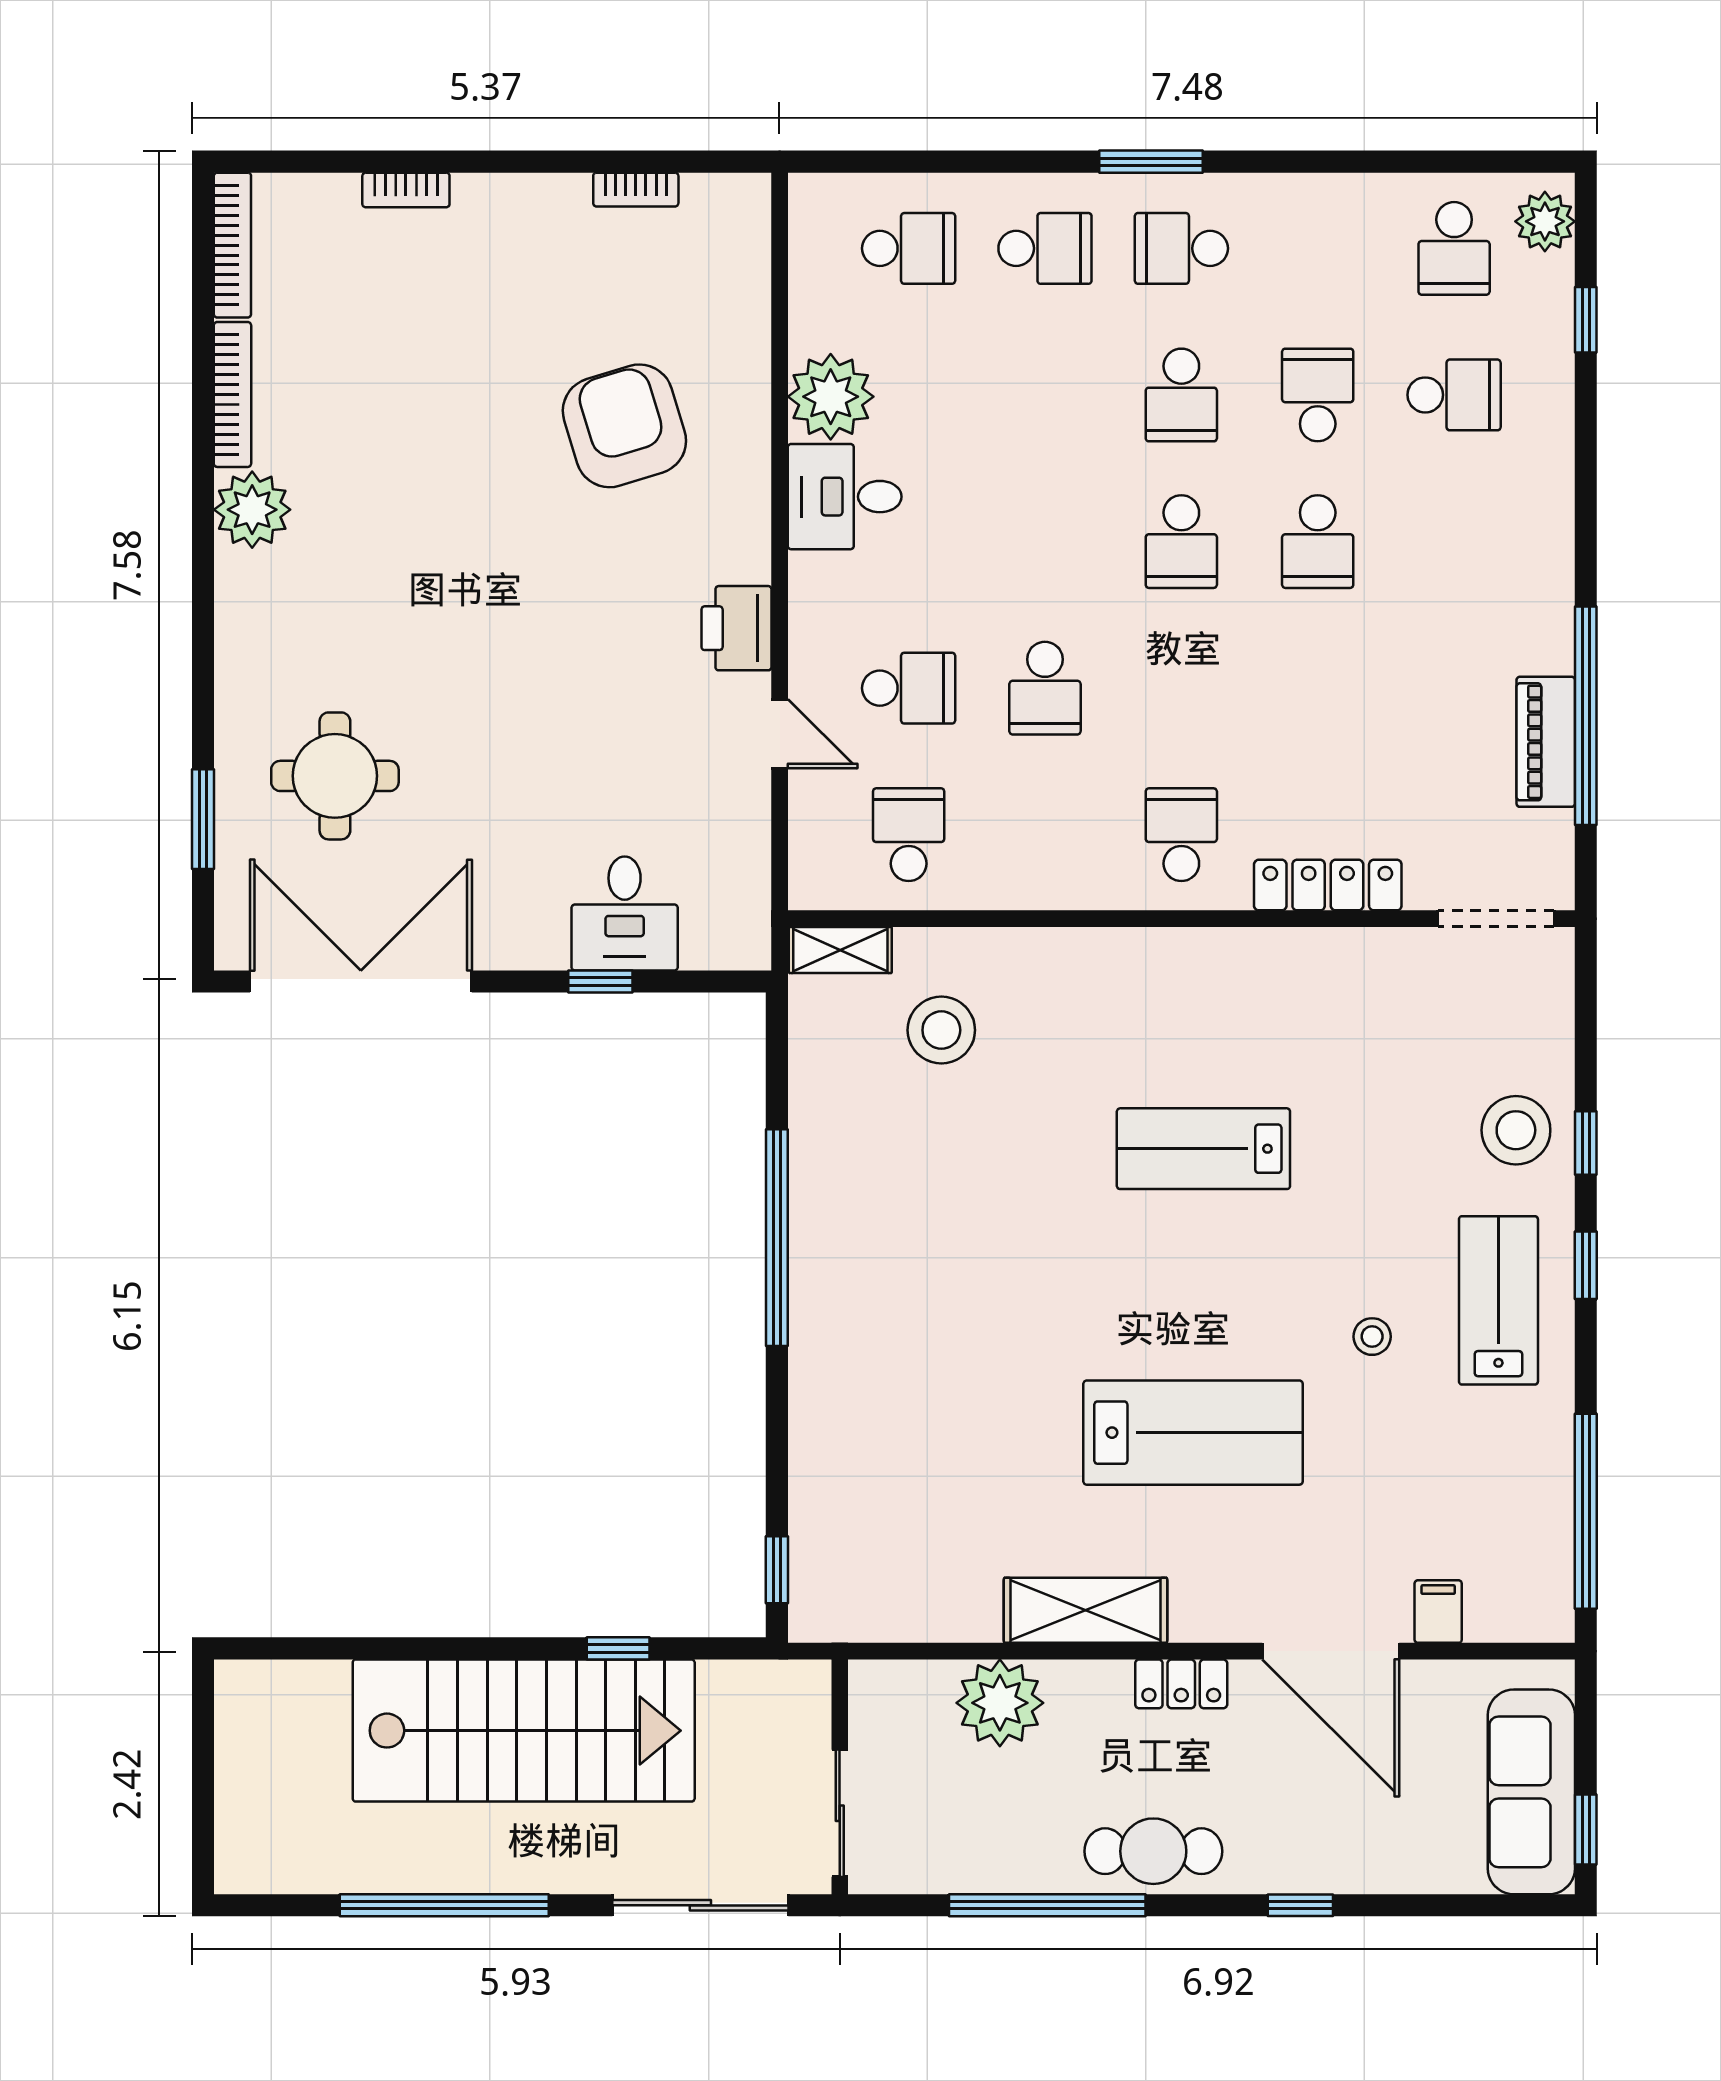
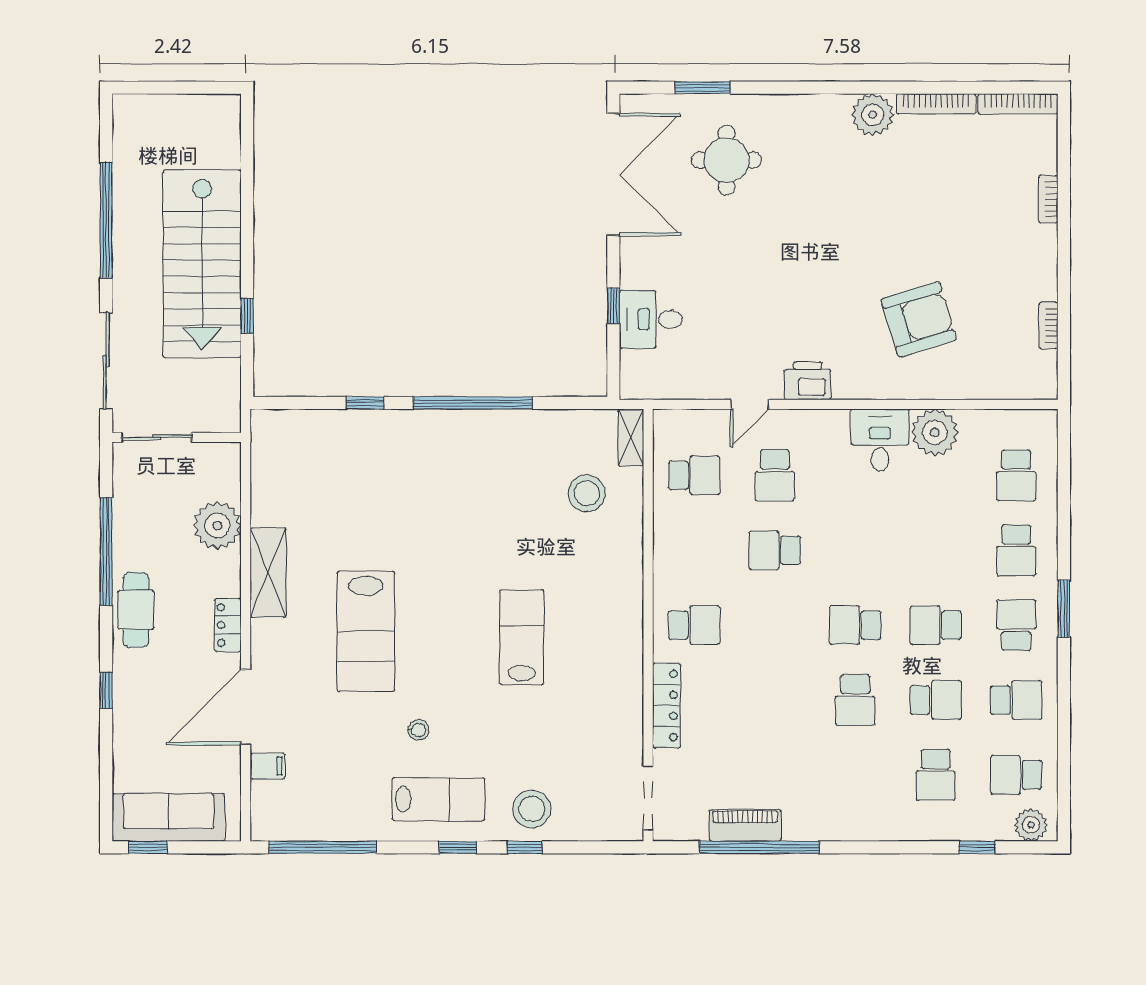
school desk: (1318, 248) -> (1016, 700), added
school desk: (1318, 542) -> (855, 700), turned -90
window: (777, 1570) -> (365, 403), moved

